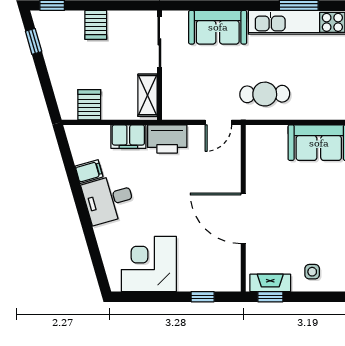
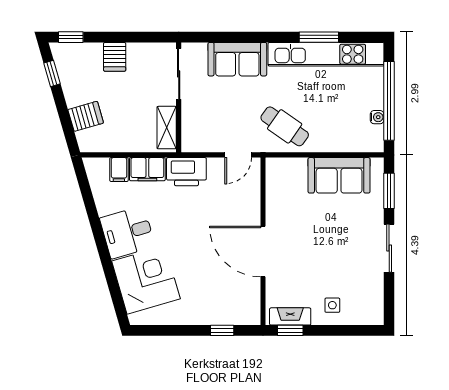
cafe table: (265, 94) -> (285, 126), turned 36
server rack: (89, 105) -> (86, 116), moved, turned 74
filing cabinet: (89, 172) -> (119, 170), moved, turned 106
corner desk: (149, 264) -> (146, 280), moved, turned 74

